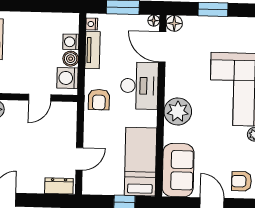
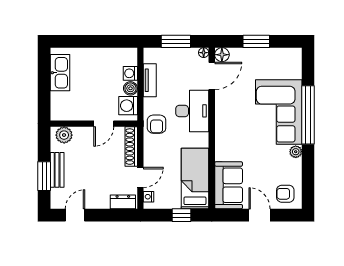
nightstand: (92, 24) -> (149, 197), moved
door: (162, 47) -> (212, 76), swing flipped
plant: (178, 111) -> (227, 133), removed
shoe rack: (70, 124) -> (131, 147), added

